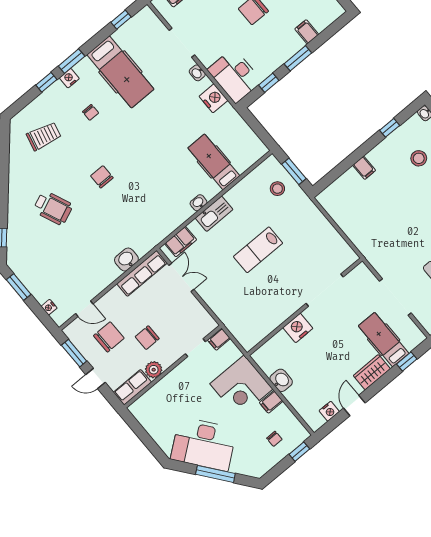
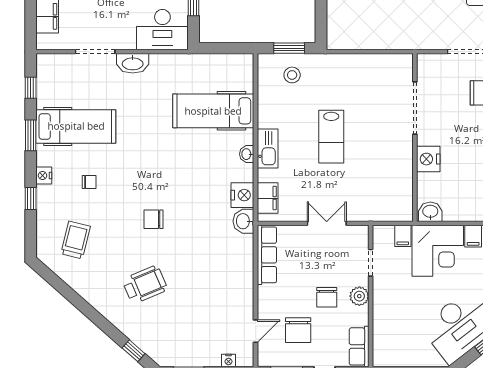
window: (72, 61) -> (31, 135), moved
washbasin: (197, 73) -> (133, 63), width x1.91, depth x1.45
nightstand: (214, 98) -> (242, 195), moved, turned 90
hospital bed: (214, 162) -> (213, 111), width x1.37, depth x1.29
washbasin: (126, 259) -> (243, 221), moved
double door: (181, 277) -> (327, 223), moved
chair: (109, 337) -> (298, 330), turned 180
filing cabinet: (219, 339) -> (403, 236), moved
plant: (154, 370) -> (359, 296), moved
washbasin: (281, 380) -> (430, 212), moved

